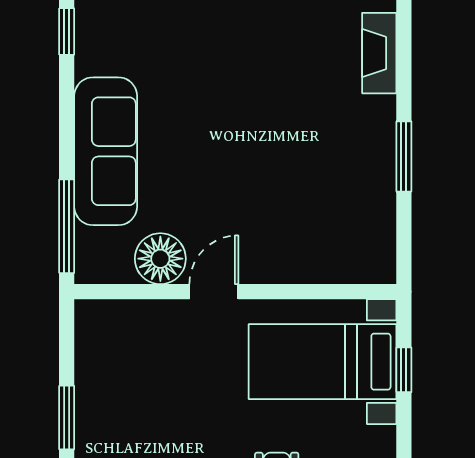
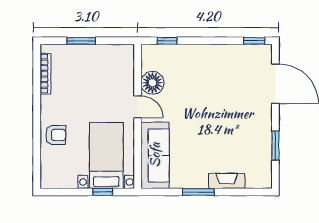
fireplace: (379, 53) -> (227, 181), moved
sofa: (106, 151) -> (155, 155), moved, turned -90
window: (67, 226) -> (167, 41), width x0.46

